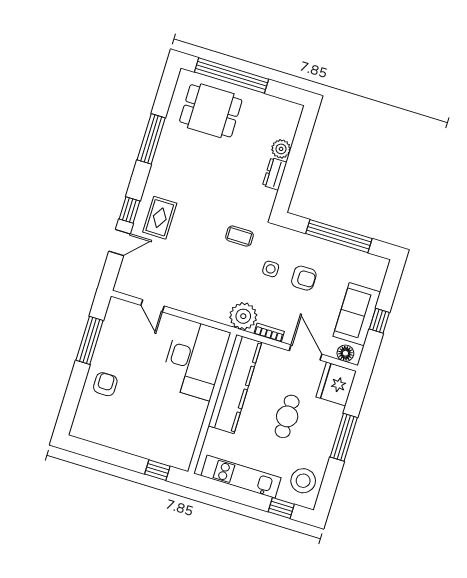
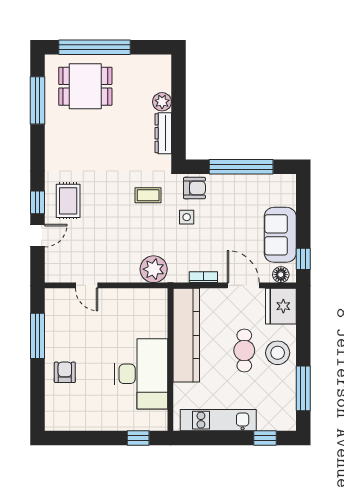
window: (151, 139) -> (38, 100), moved
dresser: (275, 174) -> (163, 133), width x1.44
armchair: (304, 278) -> (194, 188), moved
plant: (243, 316) -> (154, 269), moved
window: (379, 321) -> (303, 259), moved
desk: (195, 359) -> (141, 374), moved
window: (344, 437) -> (303, 388), moved
stool: (303, 481) -> (278, 353), moved

